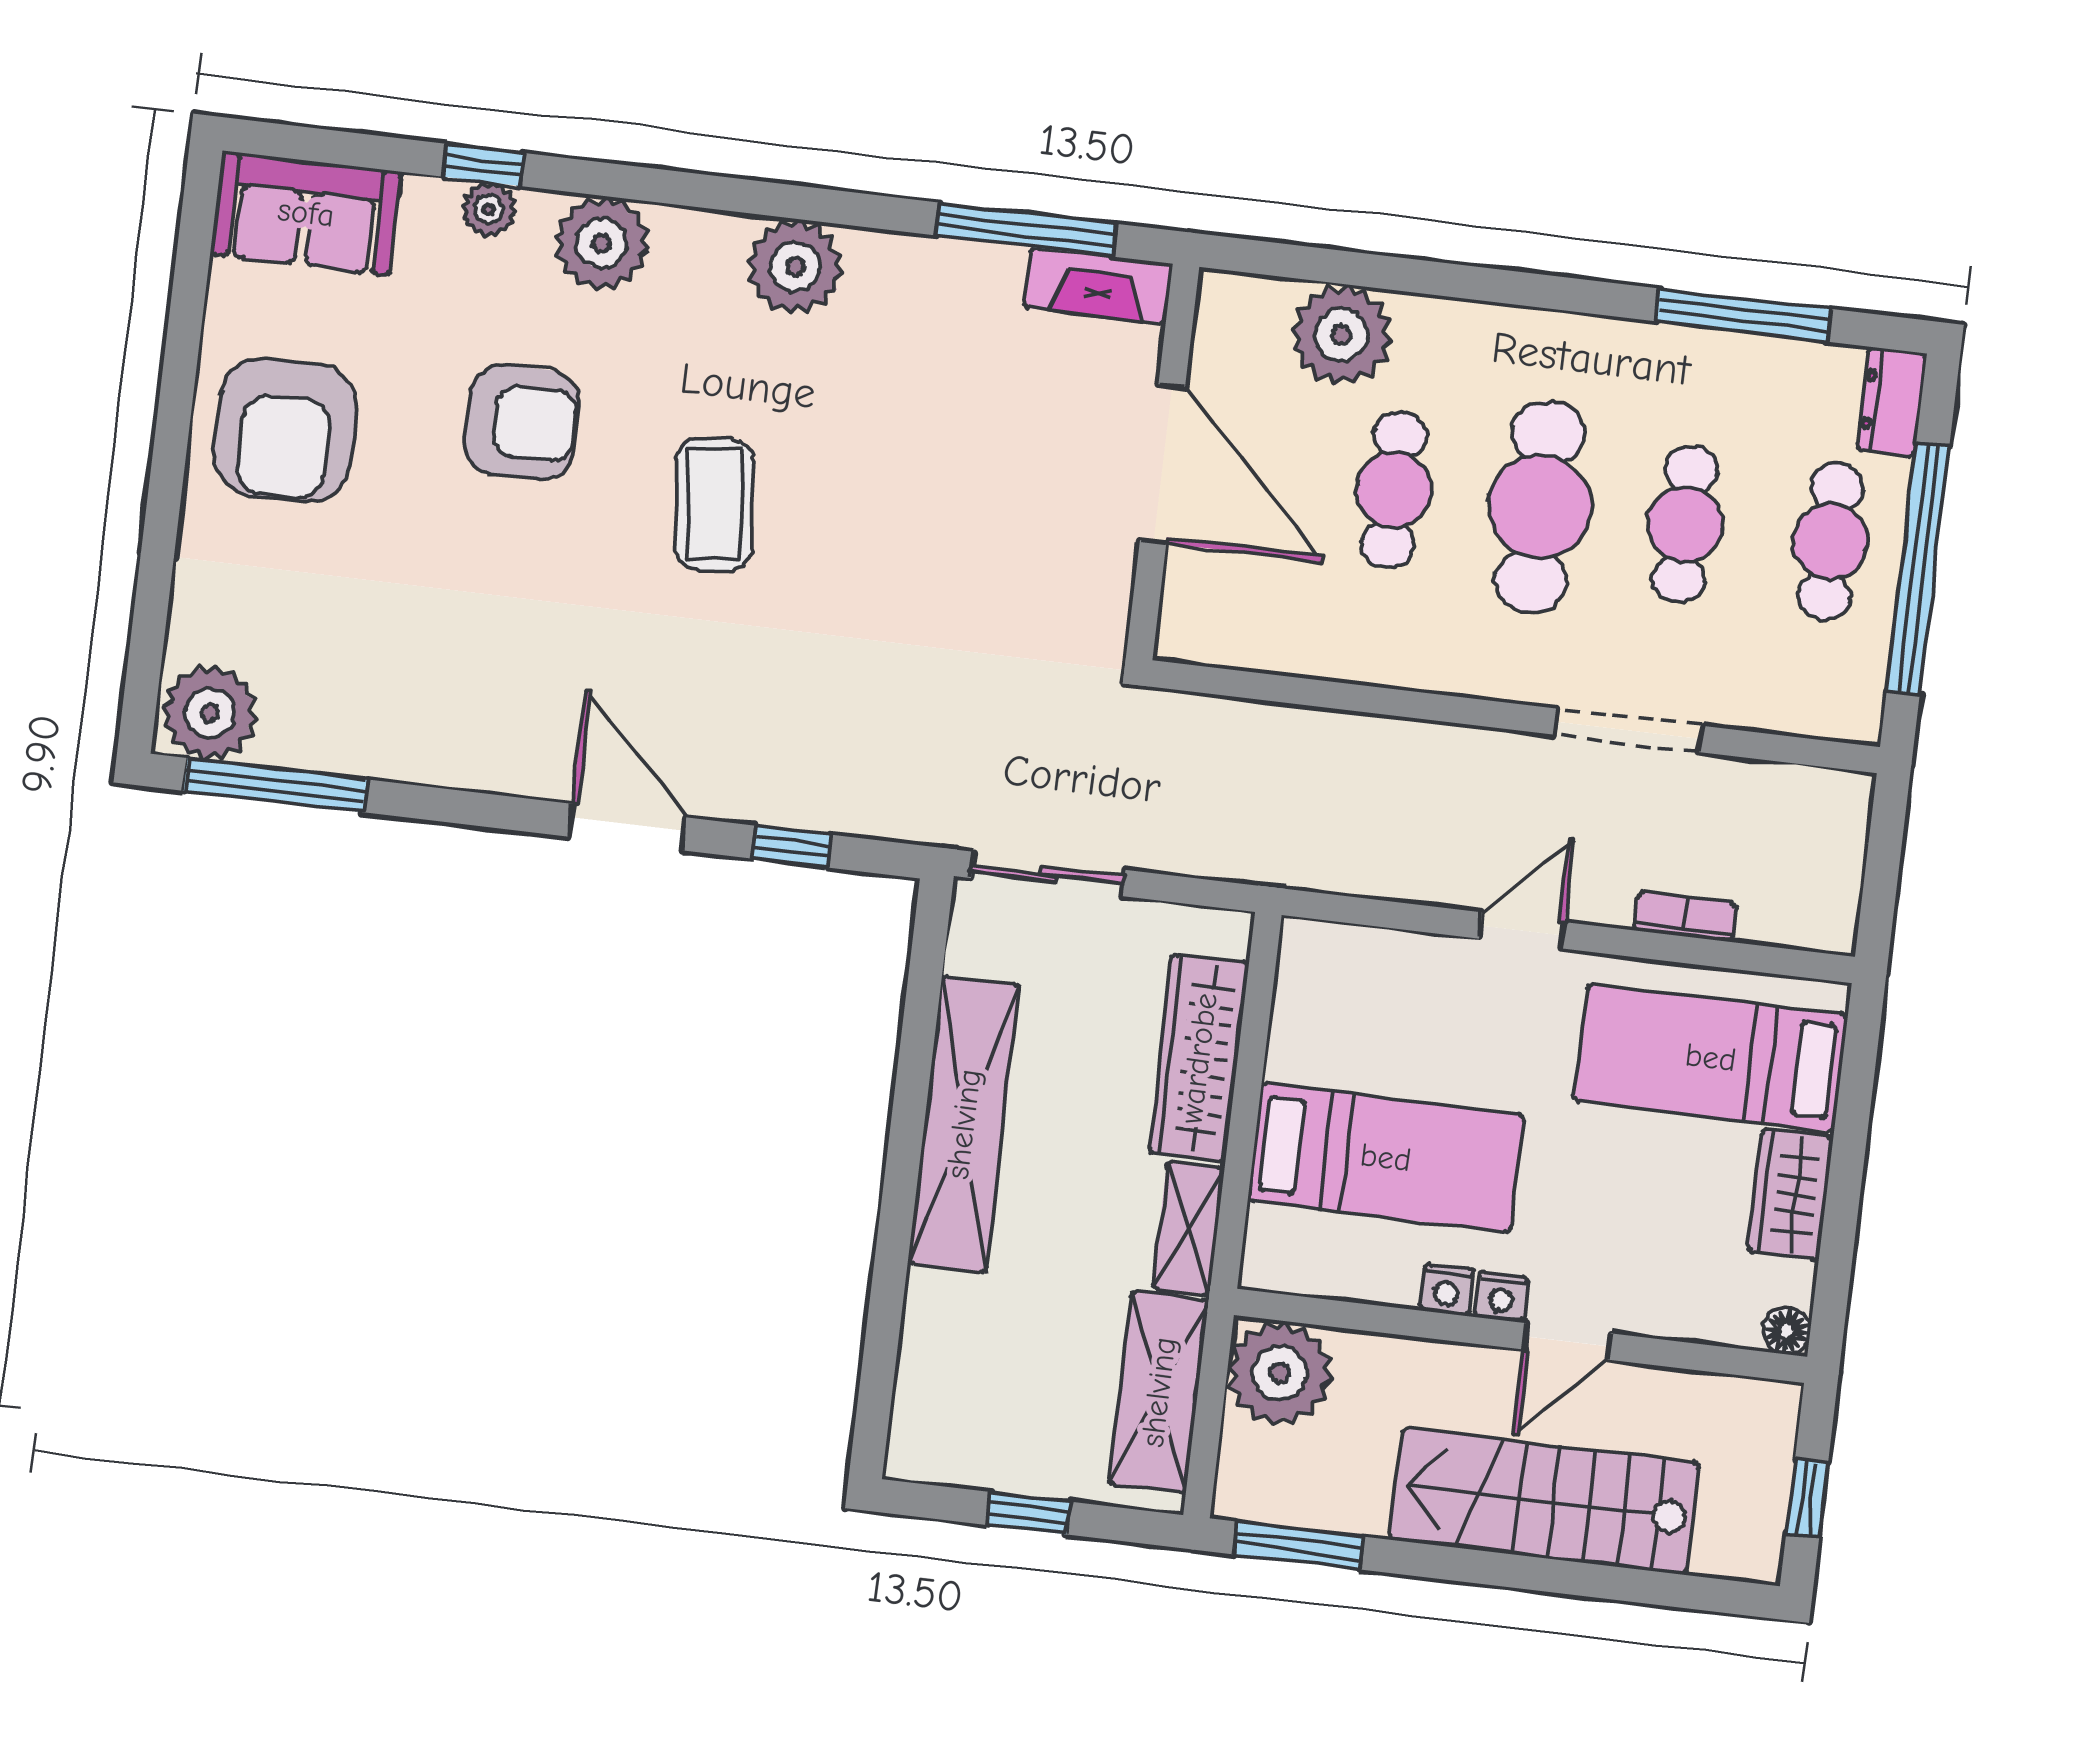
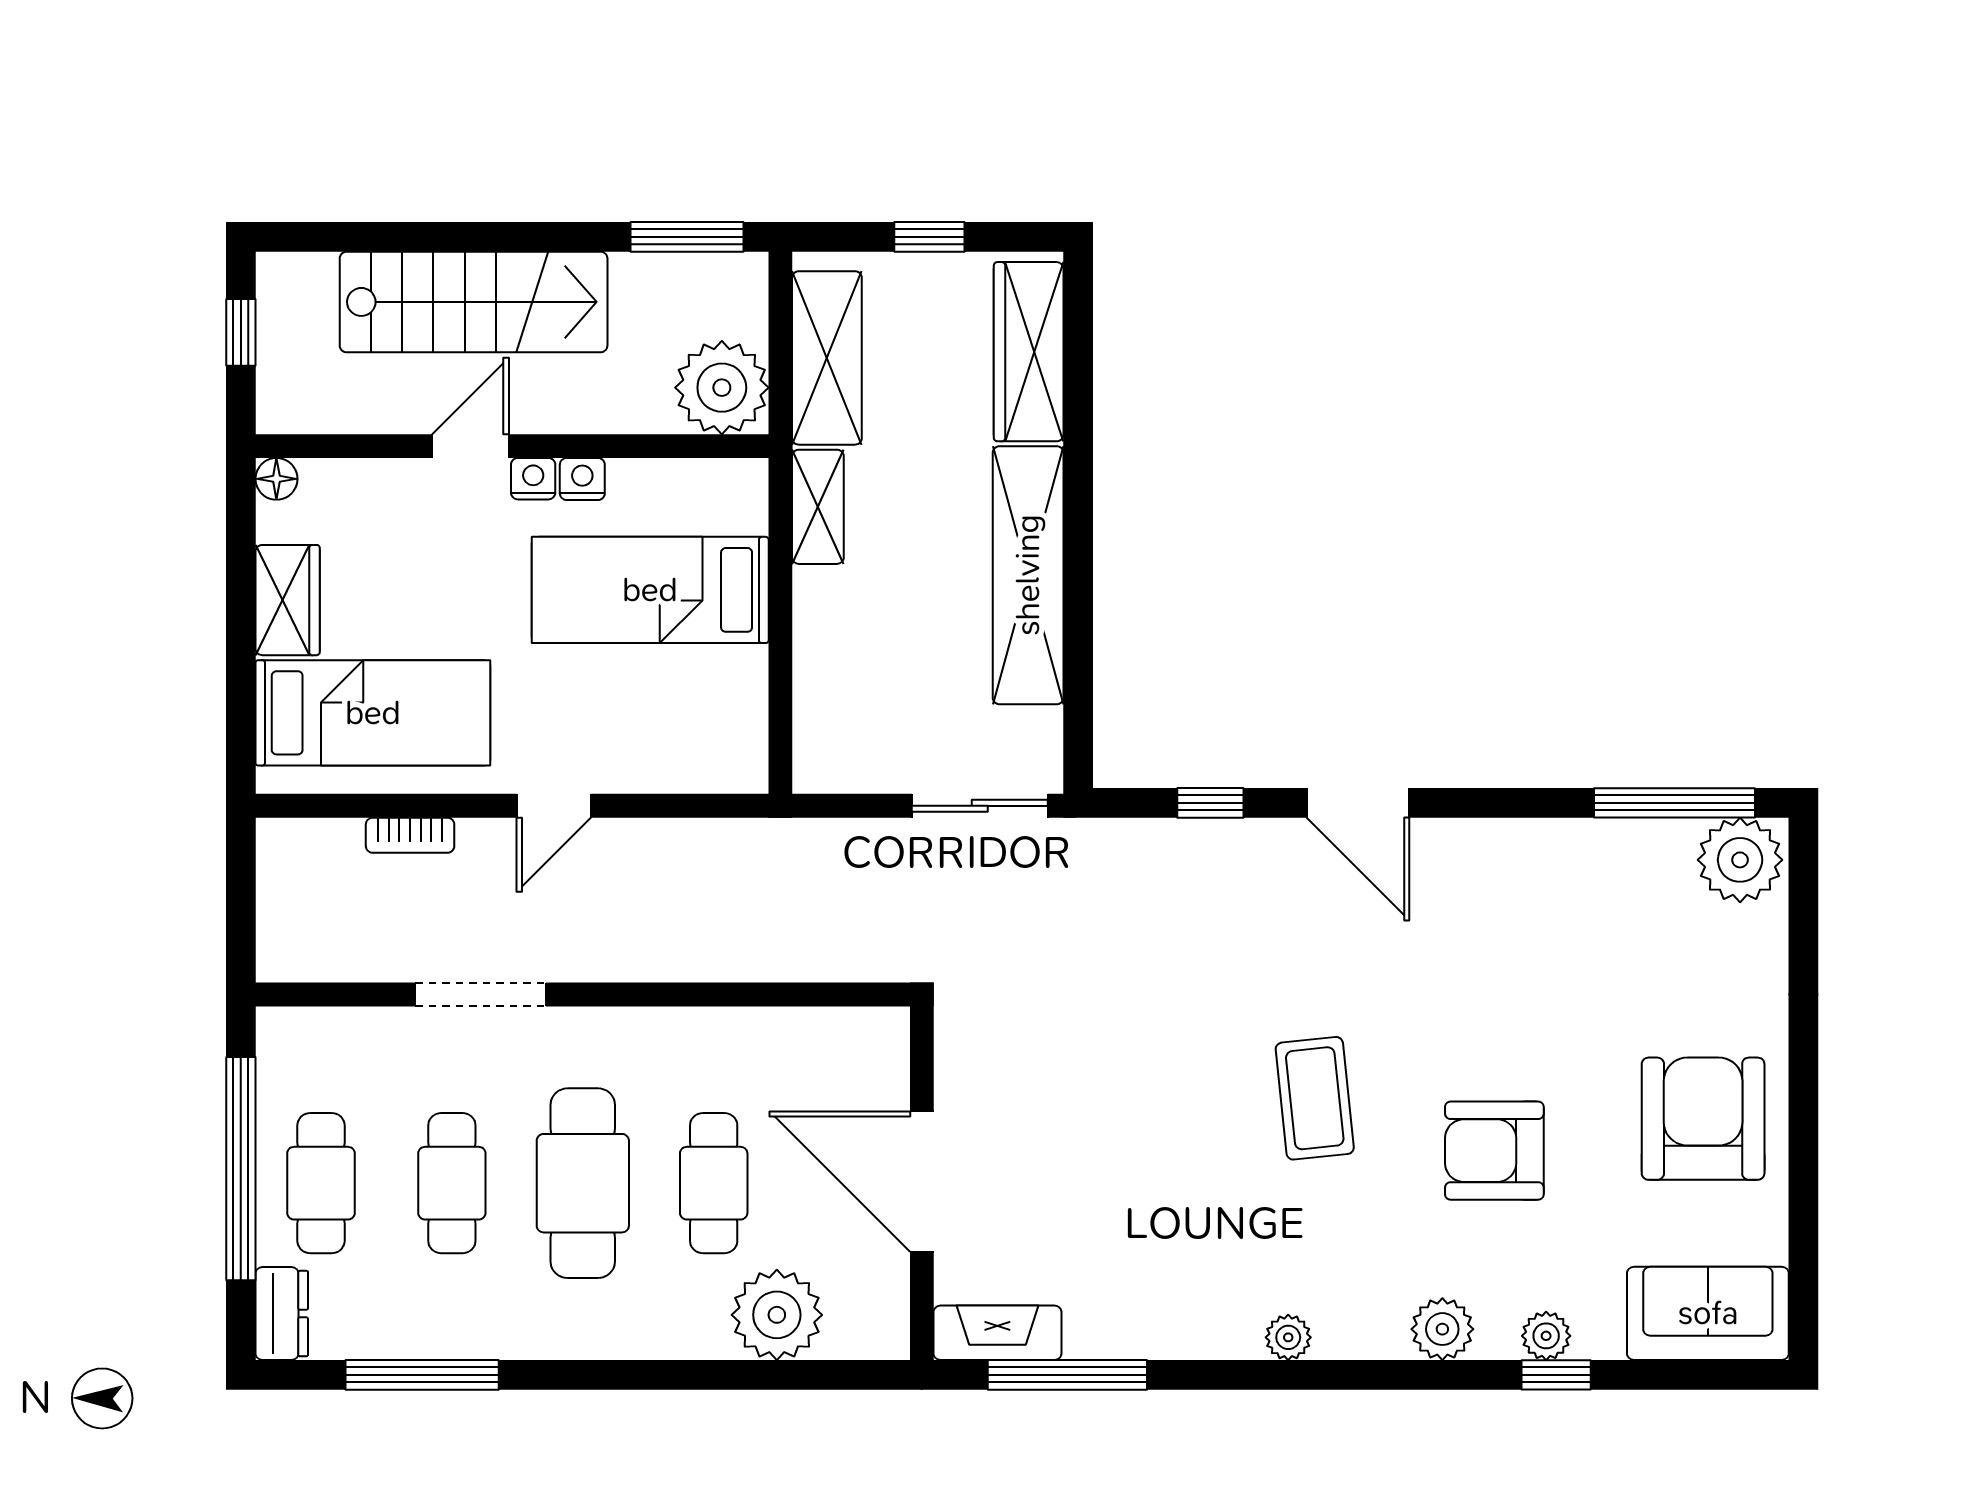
plant: (602, 243) -> (1442, 1329), width x0.73, depth x0.73
plant: (795, 267) -> (1288, 1337), width x0.53, depth x0.53
wardrobe: (1199, 1058) -> (1029, 352), moved, turned 180

